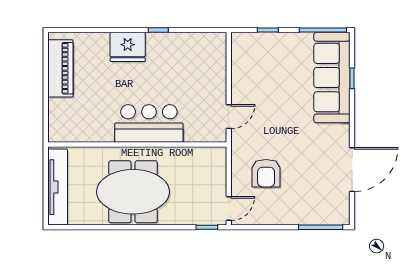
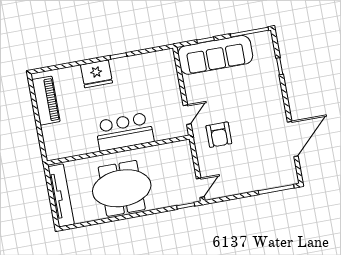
sofa: (332, 78) -> (215, 55), moved, turned -90
armchair: (266, 173) -> (219, 135), moved

